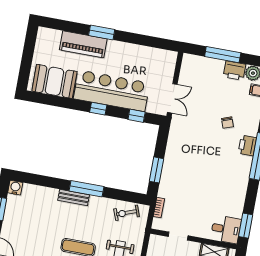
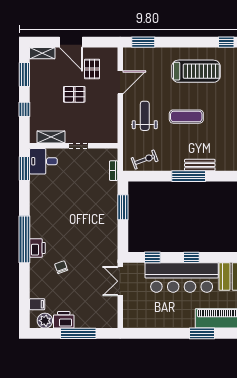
doorway: (178, 236) -> (78, 146), moved

